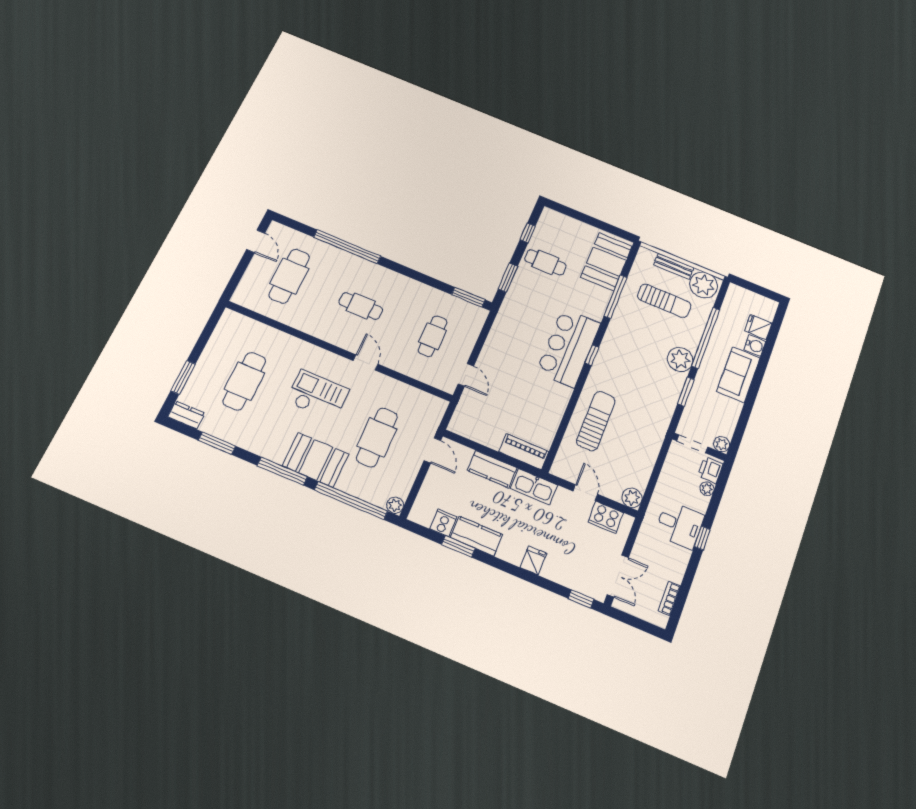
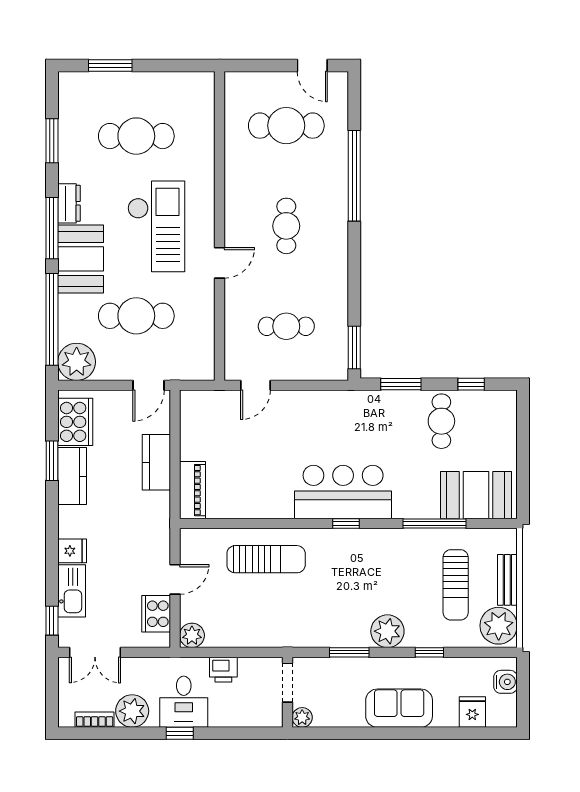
door: (256, 241) -> (312, 65), hinge flipped
window: (706, 338) -> (429, 652), width x0.32
water cooler: (755, 346) -> (505, 682), moved, turned -90
checkout: (318, 395) -> (156, 226), width x1.36, depth x1.21
dresser: (186, 415) -> (69, 203), moved
printer: (710, 470) -> (223, 670), moved, turned 180
kitchen sink: (534, 487) -> (72, 591), moved, turned 180
plant: (707, 489) -> (132, 711), moved, width x1.88, depth x1.88
plant: (395, 505) -> (77, 362), width x1.87, depth x1.87
cooker: (443, 523) -> (75, 422), width x1.87, depth x1.31

